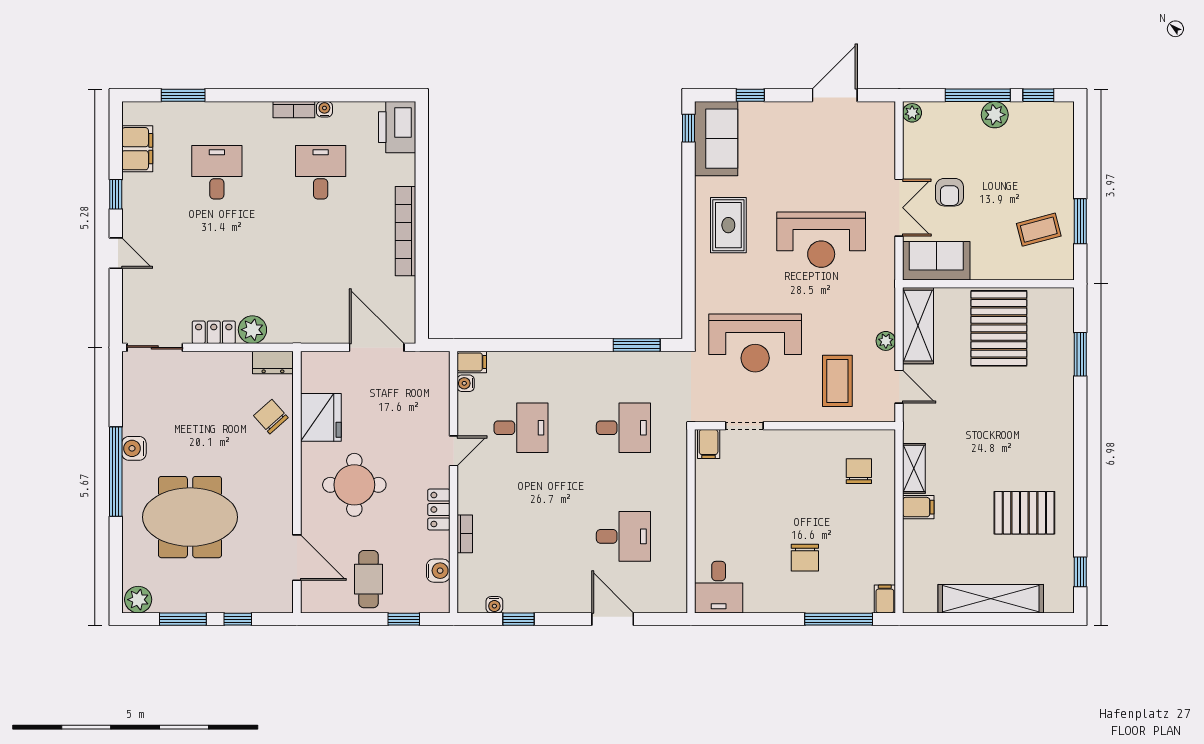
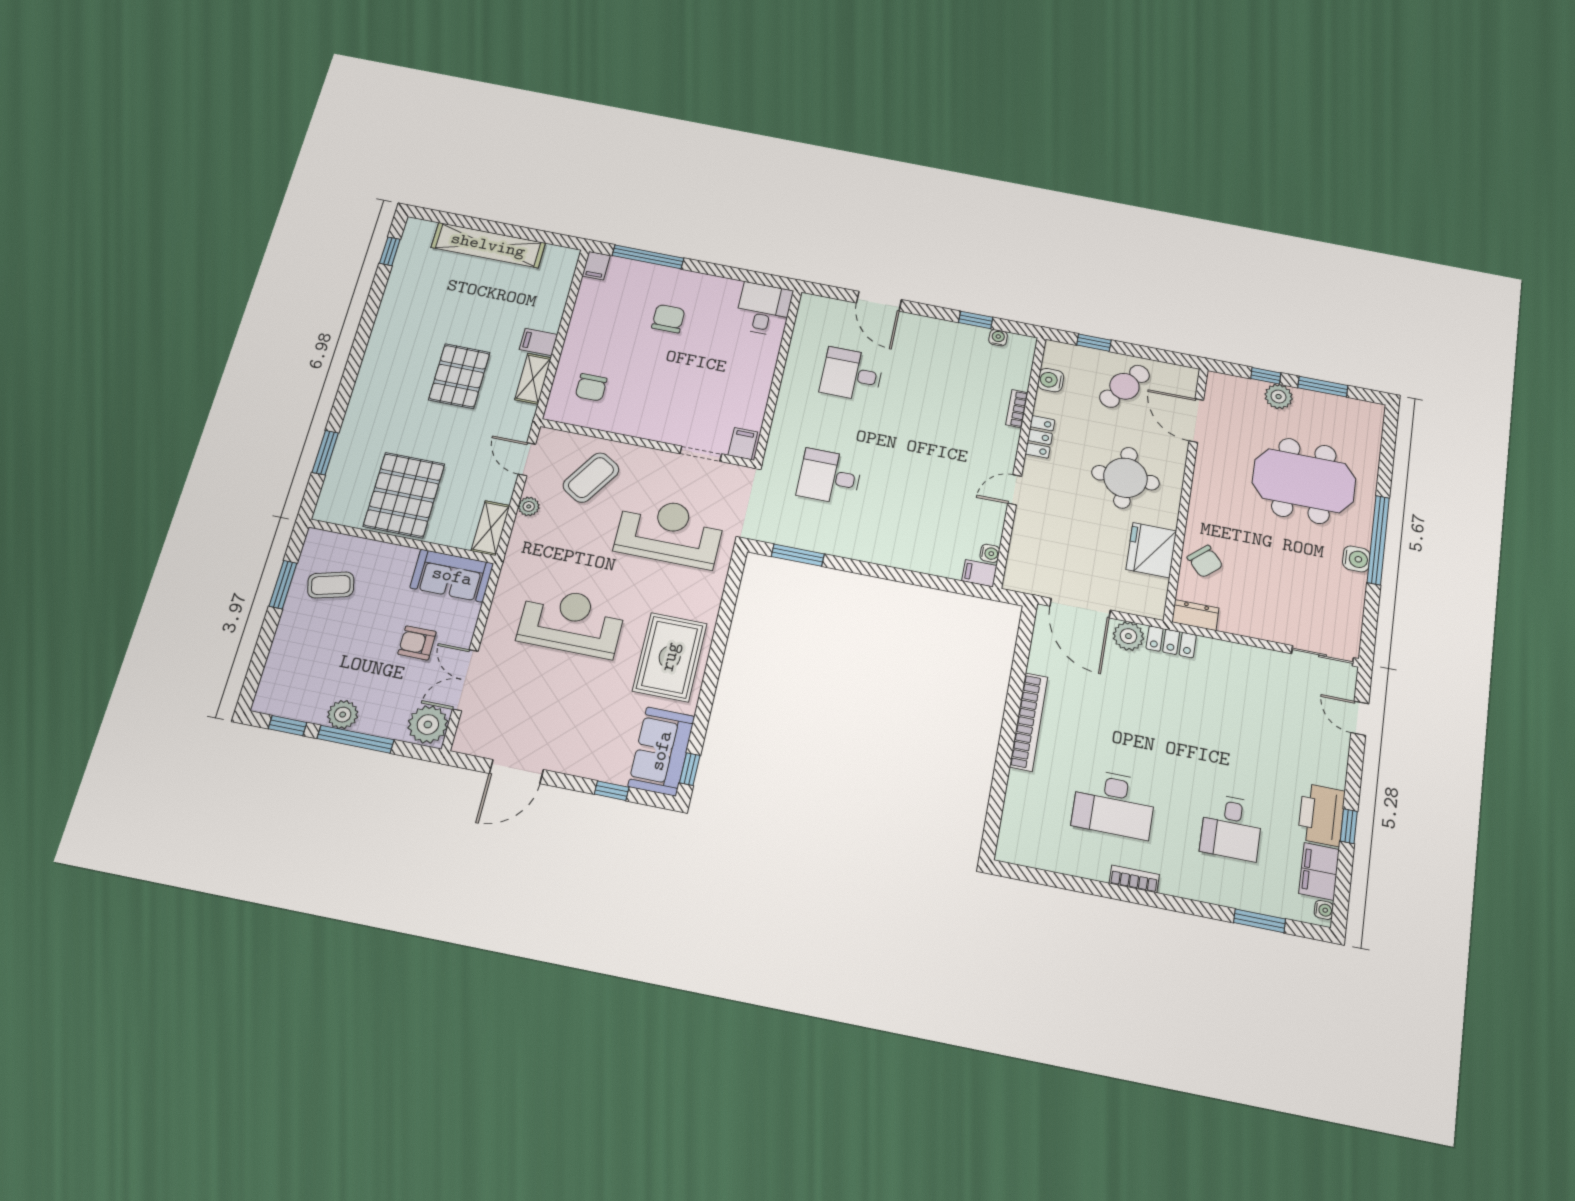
water cooler: (324, 109) -> (1324, 910), moved, turned -90
plant: (912, 113) -> (428, 725), width x1.88, depth x1.88
printer: (397, 127) -> (1321, 815), moved, turned 180
desk: (321, 172) -> (1114, 804), width x1.37
armchair: (949, 192) -> (417, 643), turned -90
double door: (899, 208) -> (465, 680), moved
rug: (728, 225) -> (670, 657), width x1.36, depth x1.43
door: (116, 253) -> (1360, 718), moved
shelving: (918, 326) -> (491, 528), width x0.67, depth x0.75
plant: (252, 330) -> (1128, 636), moved
locker: (214, 332) -> (1171, 642), moved
coffee table: (837, 381) -> (591, 478), turned 33
desk: (521, 428) -> (938, 498), removed
pallet: (1024, 513) -> (459, 376), moved, turned 90
cafe table: (369, 579) -> (1124, 386), turned 37
plant: (138, 600) -> (1279, 397), moved

